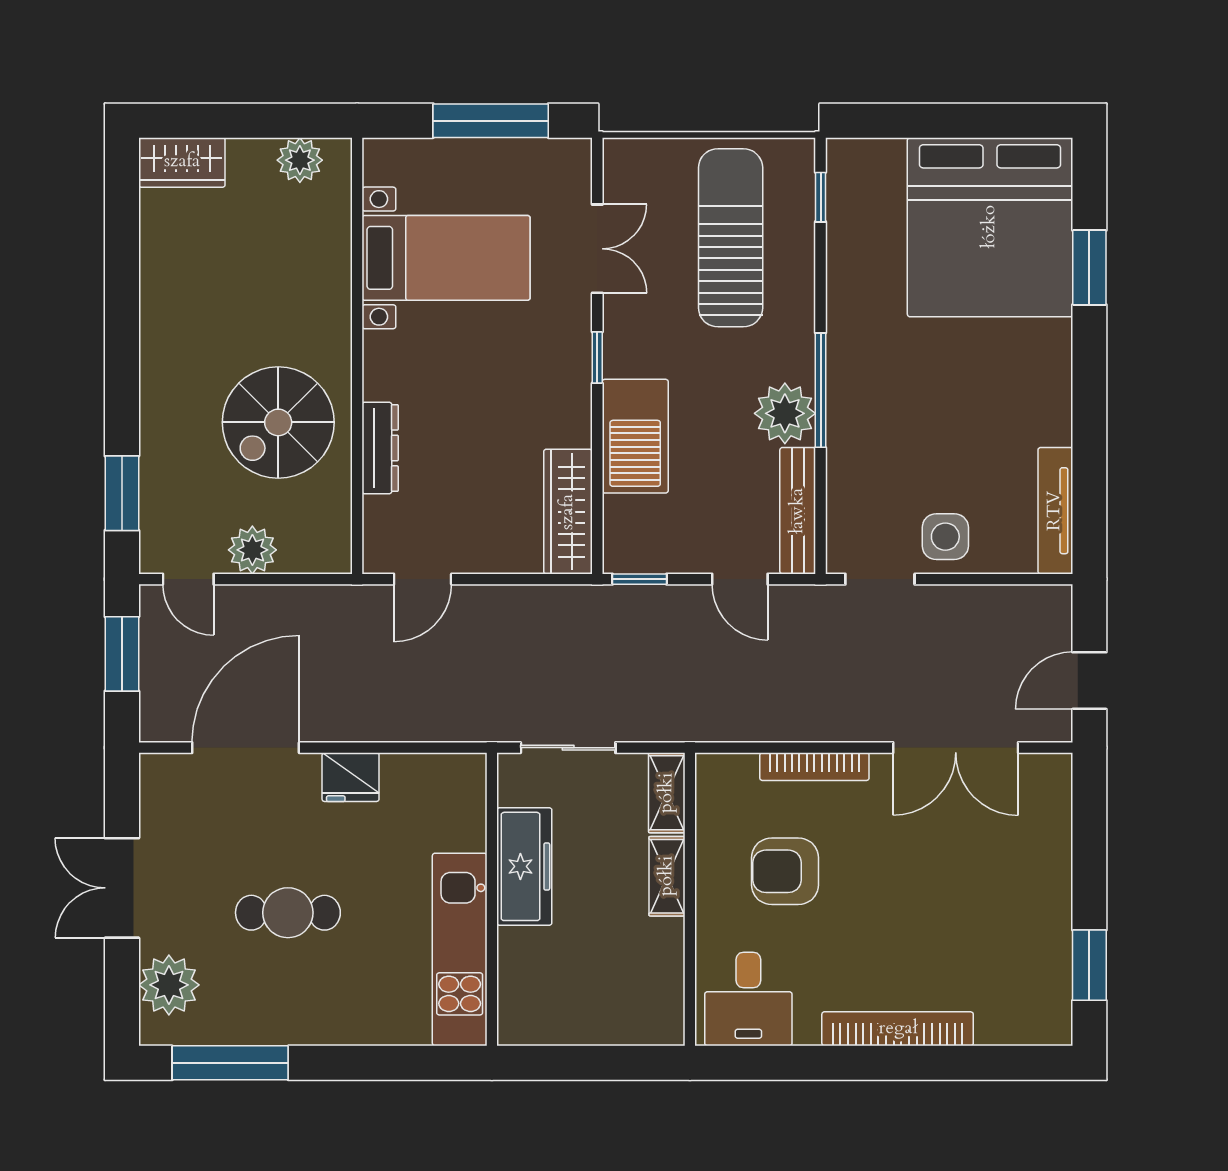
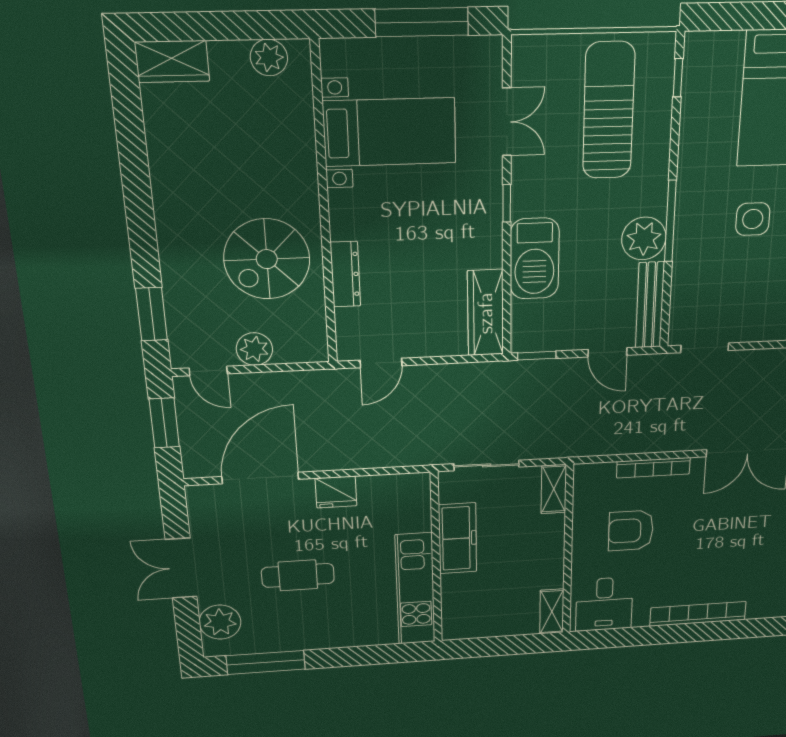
side table: (945, 537) -> (753, 219), moved
shelving: (667, 876) -> (552, 612), moved

